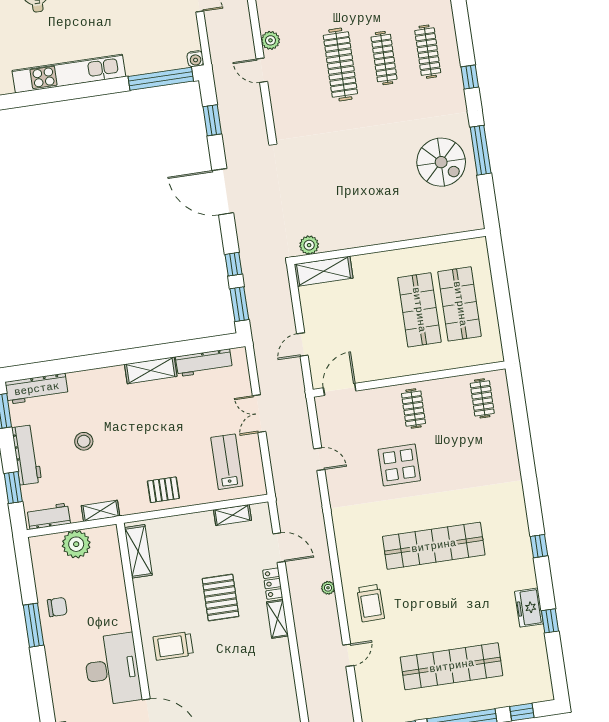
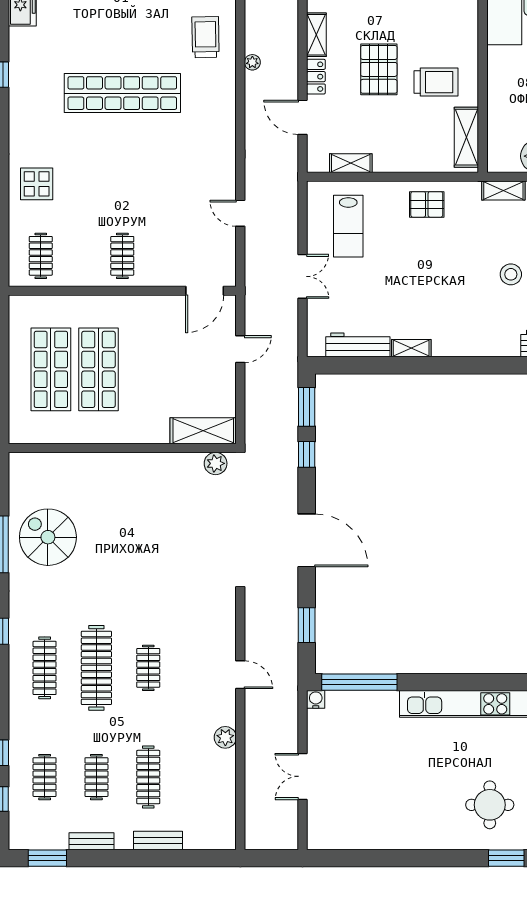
plant: (270, 40) -> (225, 737), moved
clothes rail: (384, 58) -> (96, 668), width x1.37, depth x1.31
clothes rail: (340, 65) -> (148, 668), width x0.54, depth x0.76
shelving: (151, 370) -> (411, 348), width x0.67, depth x0.75
display table: (399, 465) -> (37, 184), moved, width x0.73, depth x0.73
trolley: (173, 646) -> (436, 82), moved

